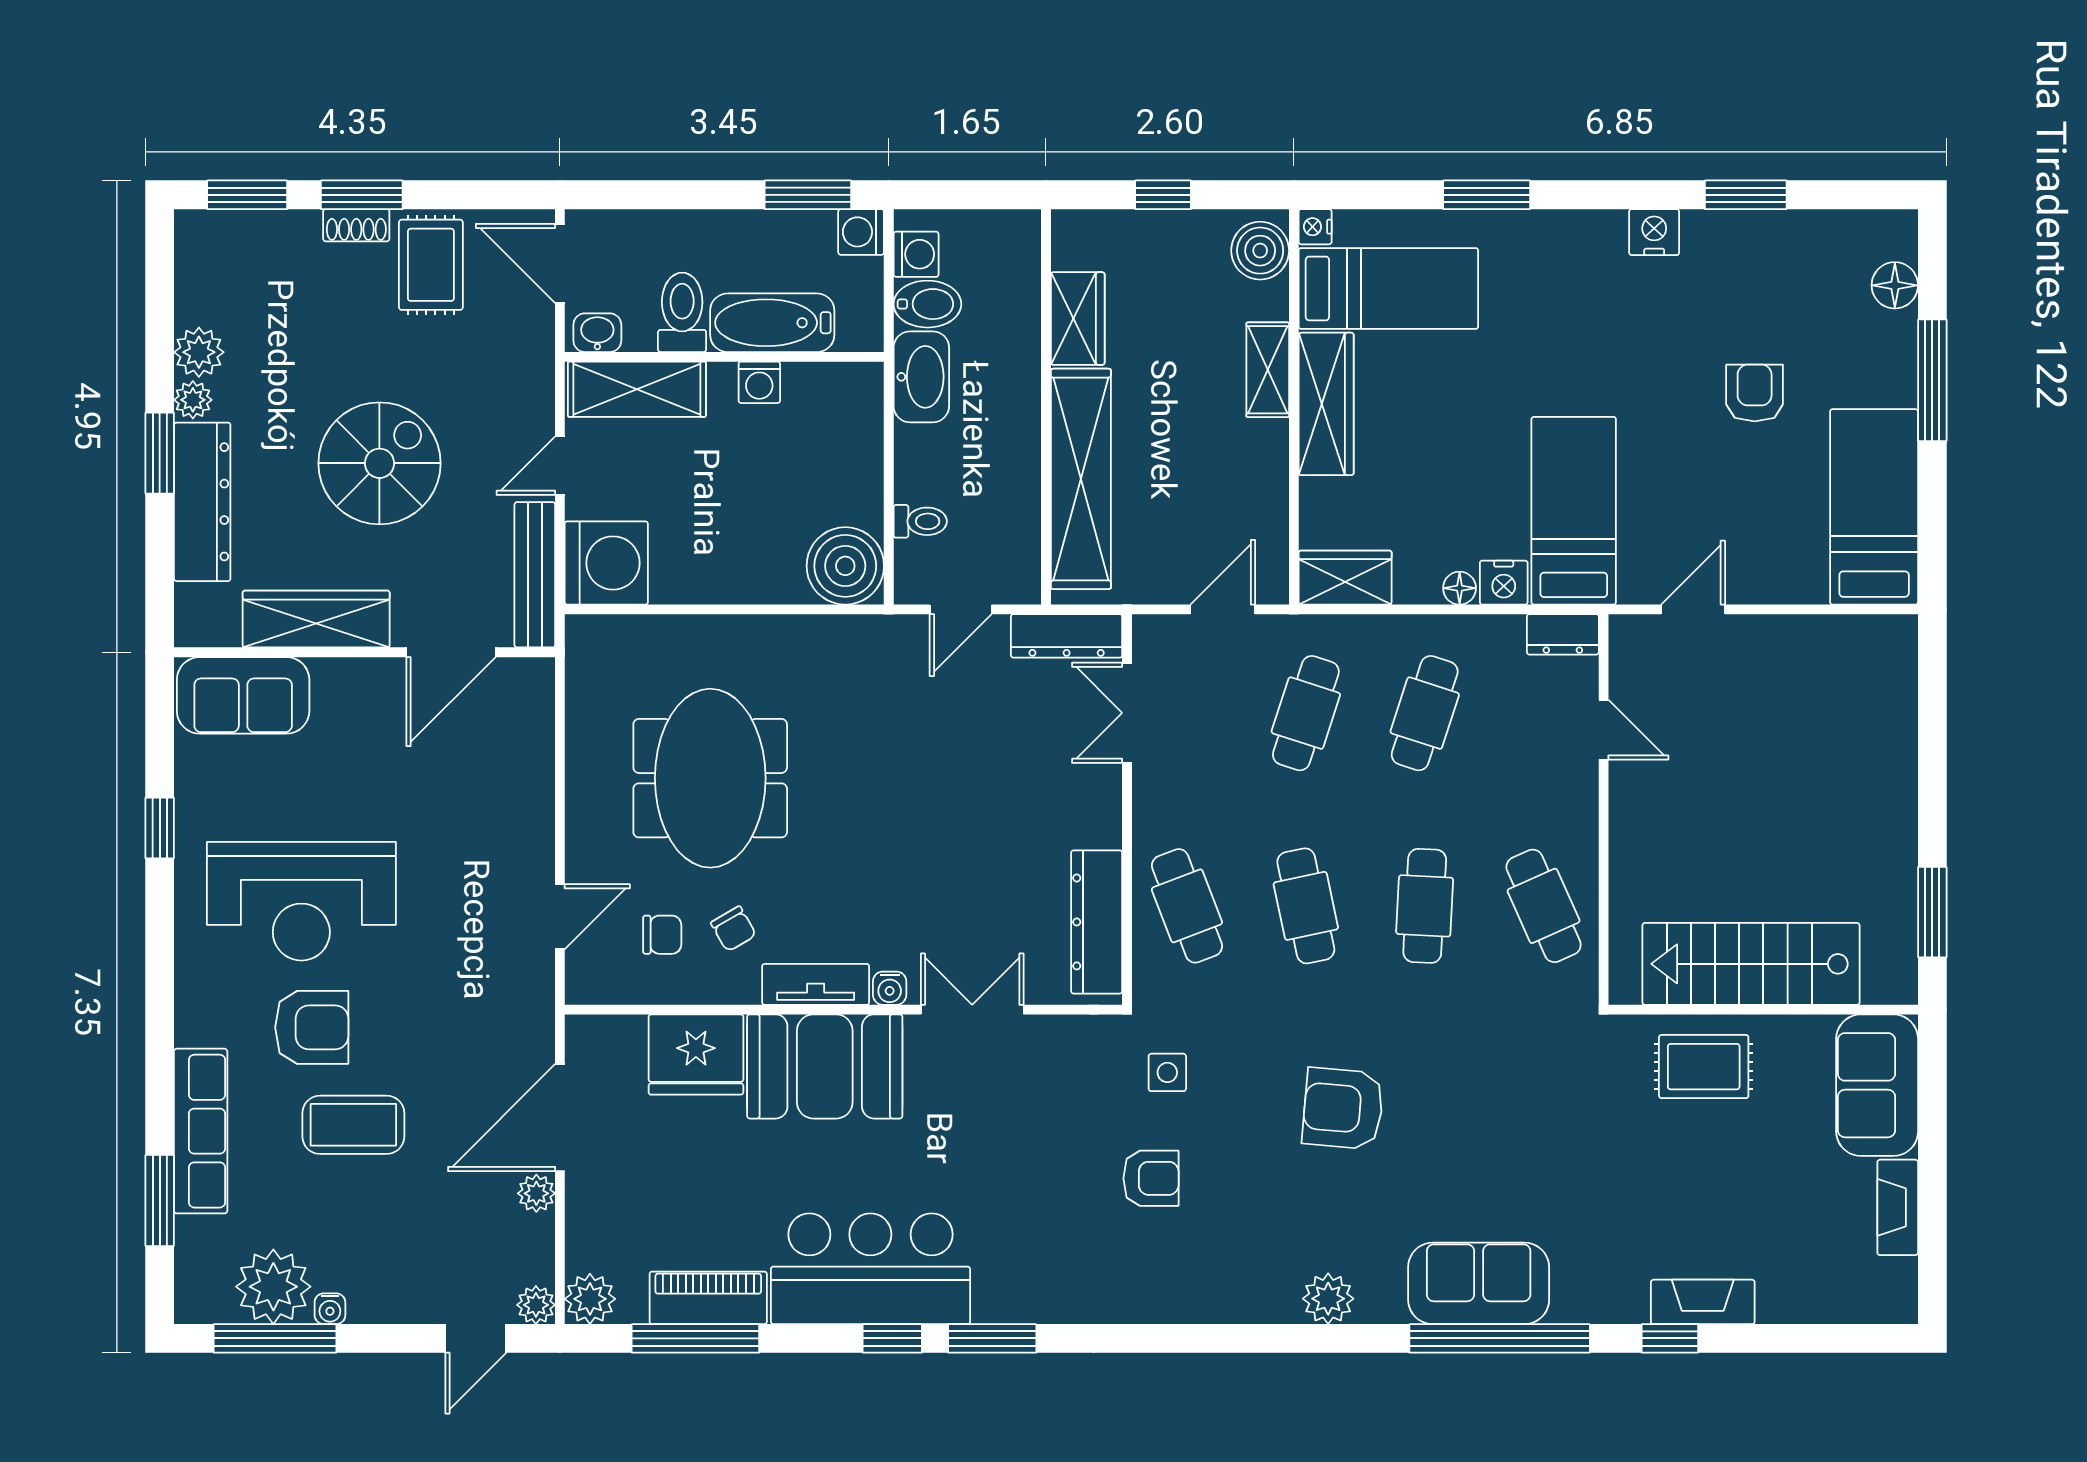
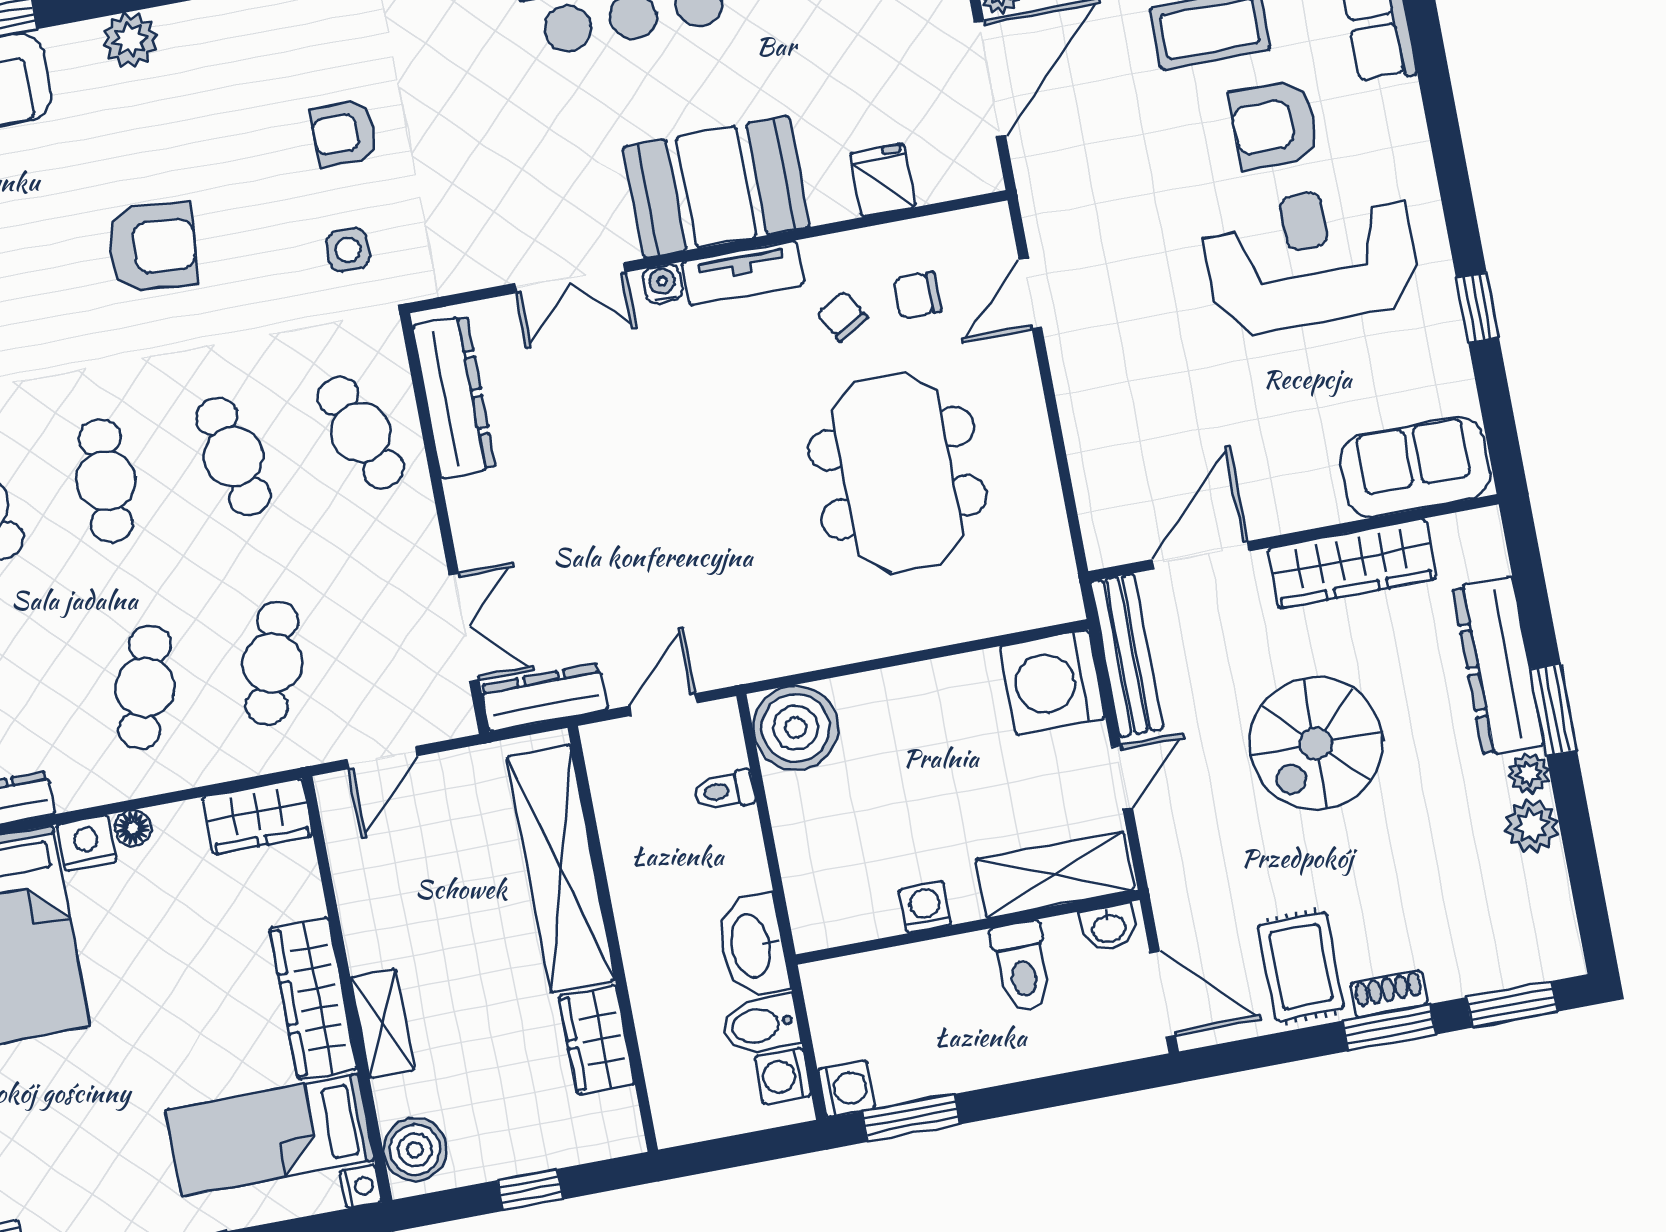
bathtub: (772, 323) -> (923, 974), removed
fridge: (696, 1055) -> (883, 180), width x0.53, depth x0.75

